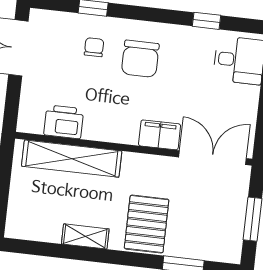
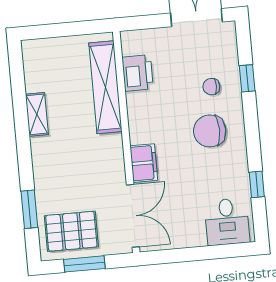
chair: (94, 47) -> (211, 87), turned 180
pallet: (147, 224) -> (71, 231), moved

